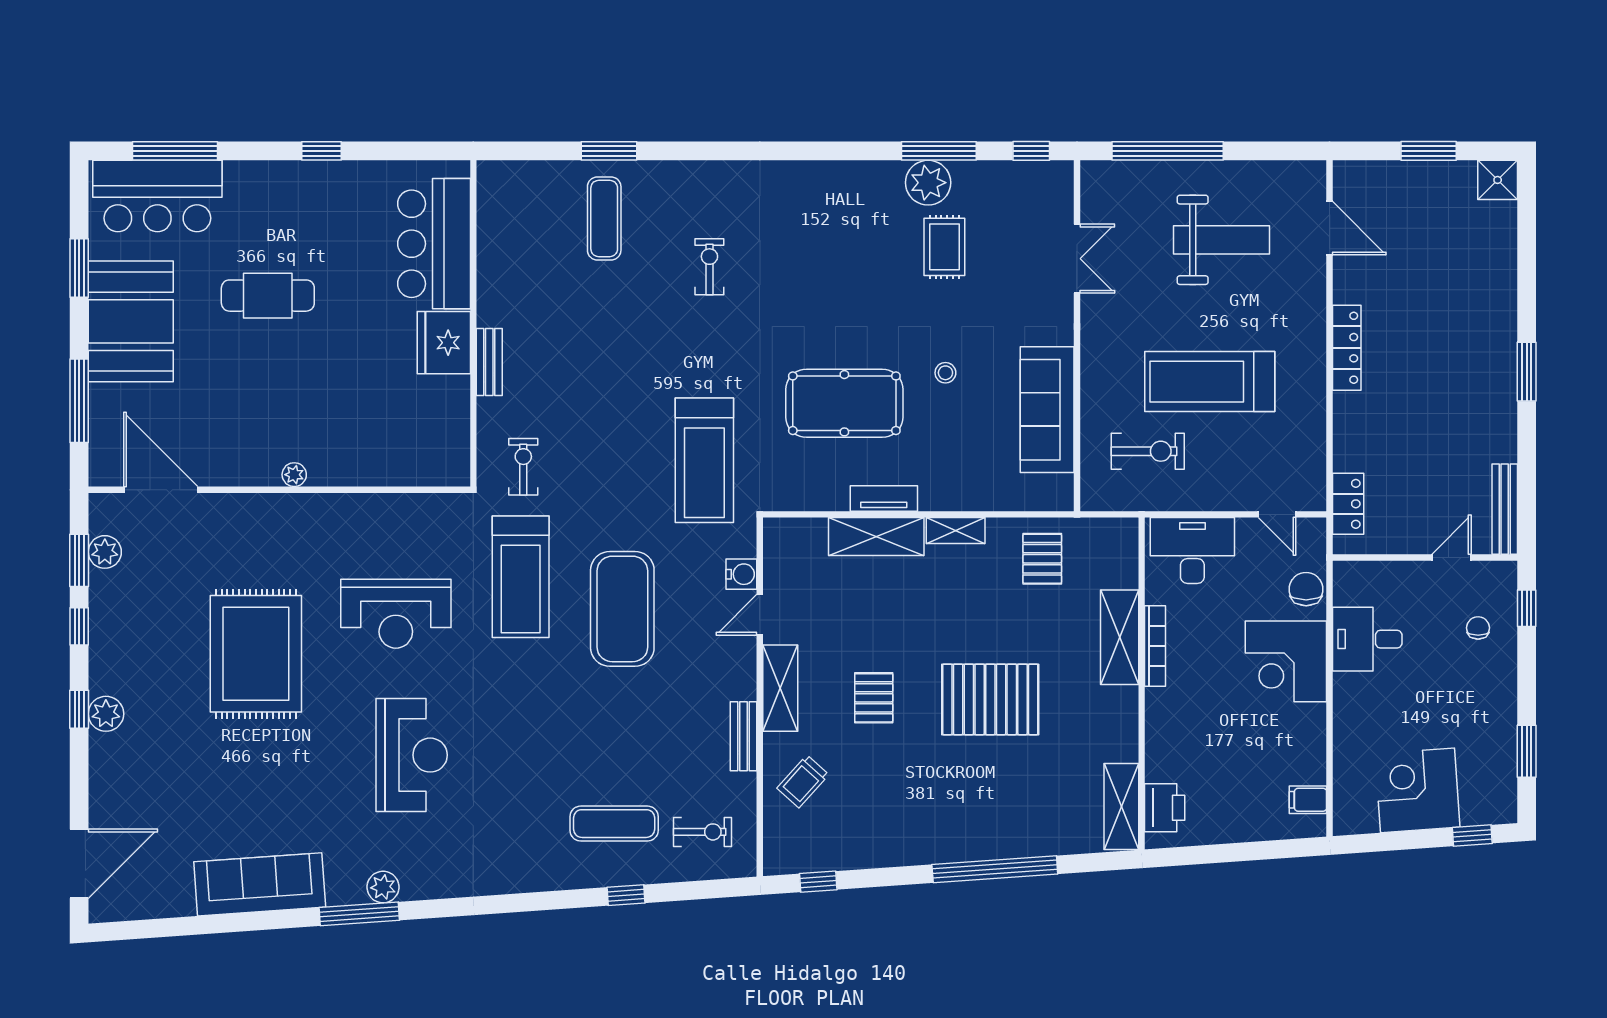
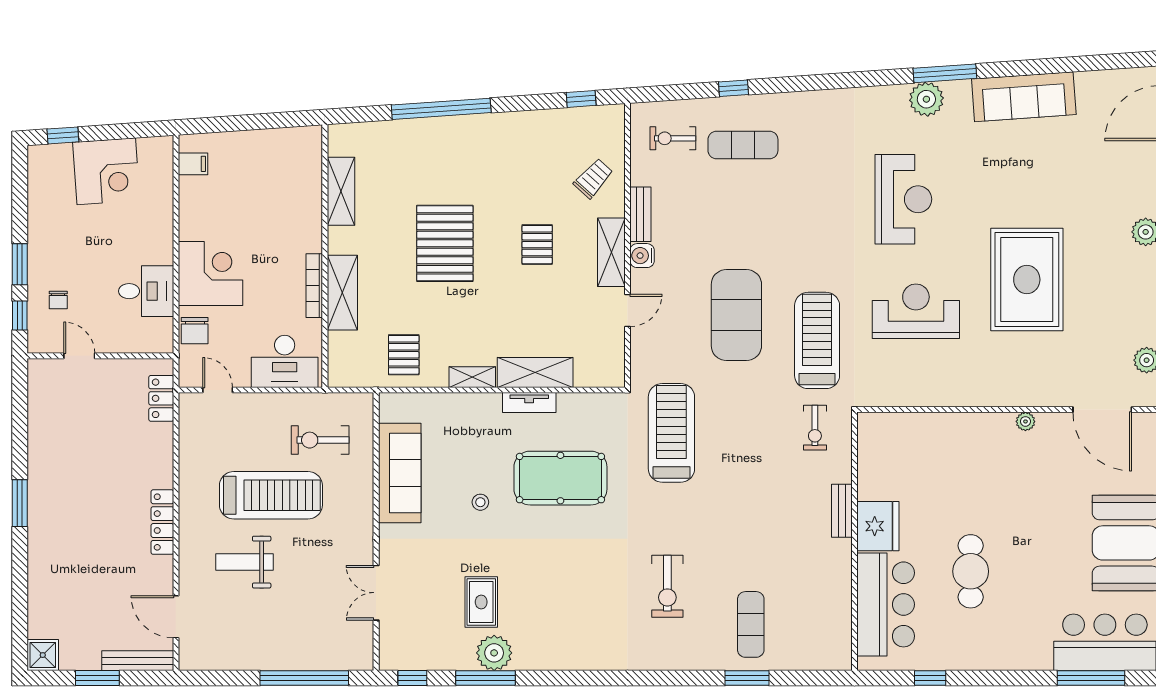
window: (322, 151) -> (930, 678), moved
weight bench: (1221, 240) -> (245, 562), moved, width x0.73, depth x0.75
exercise bike: (709, 267) -> (667, 586), width x1.38, depth x1.39
cafe table: (268, 296) -> (971, 571), moved, turned 90
plant: (294, 475) -> (1025, 421), moved
bench: (1505, 509) -> (138, 661), moved, turned 90
door: (1451, 557) -> (79, 356), swing flipped
water cooler: (741, 574) -> (642, 256), moved
pallet: (990, 699) -> (445, 243), turned 90
window: (1527, 751) -> (20, 264), moved
reception desk: (412, 755) -> (903, 199), turned 180
shelving: (1121, 807) -> (341, 191), moved
printer: (1165, 808) -> (307, 157), removed
plant: (383, 887) -> (926, 99), width x1.36, depth x1.36

